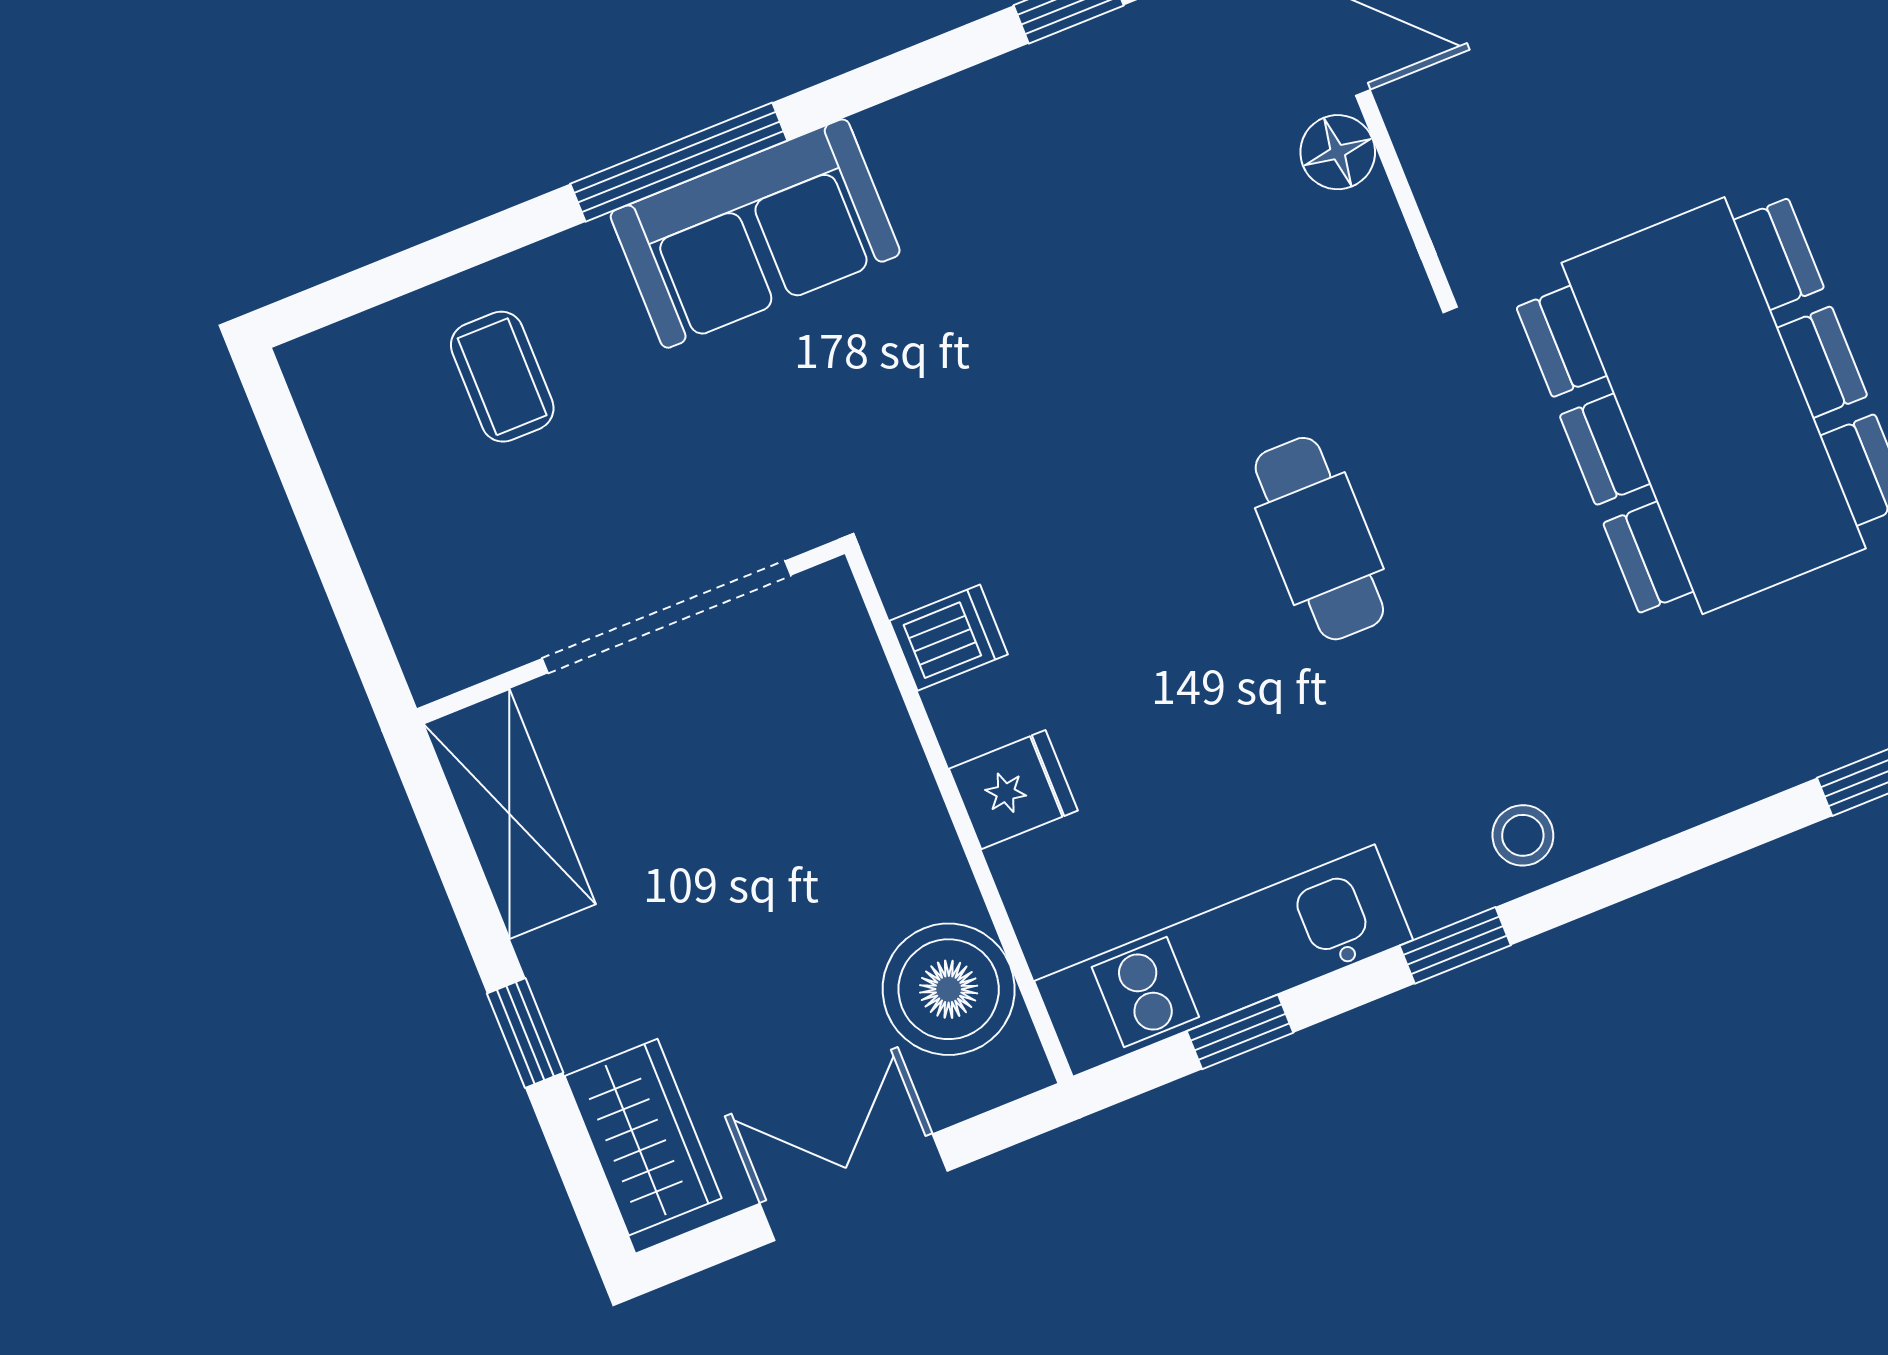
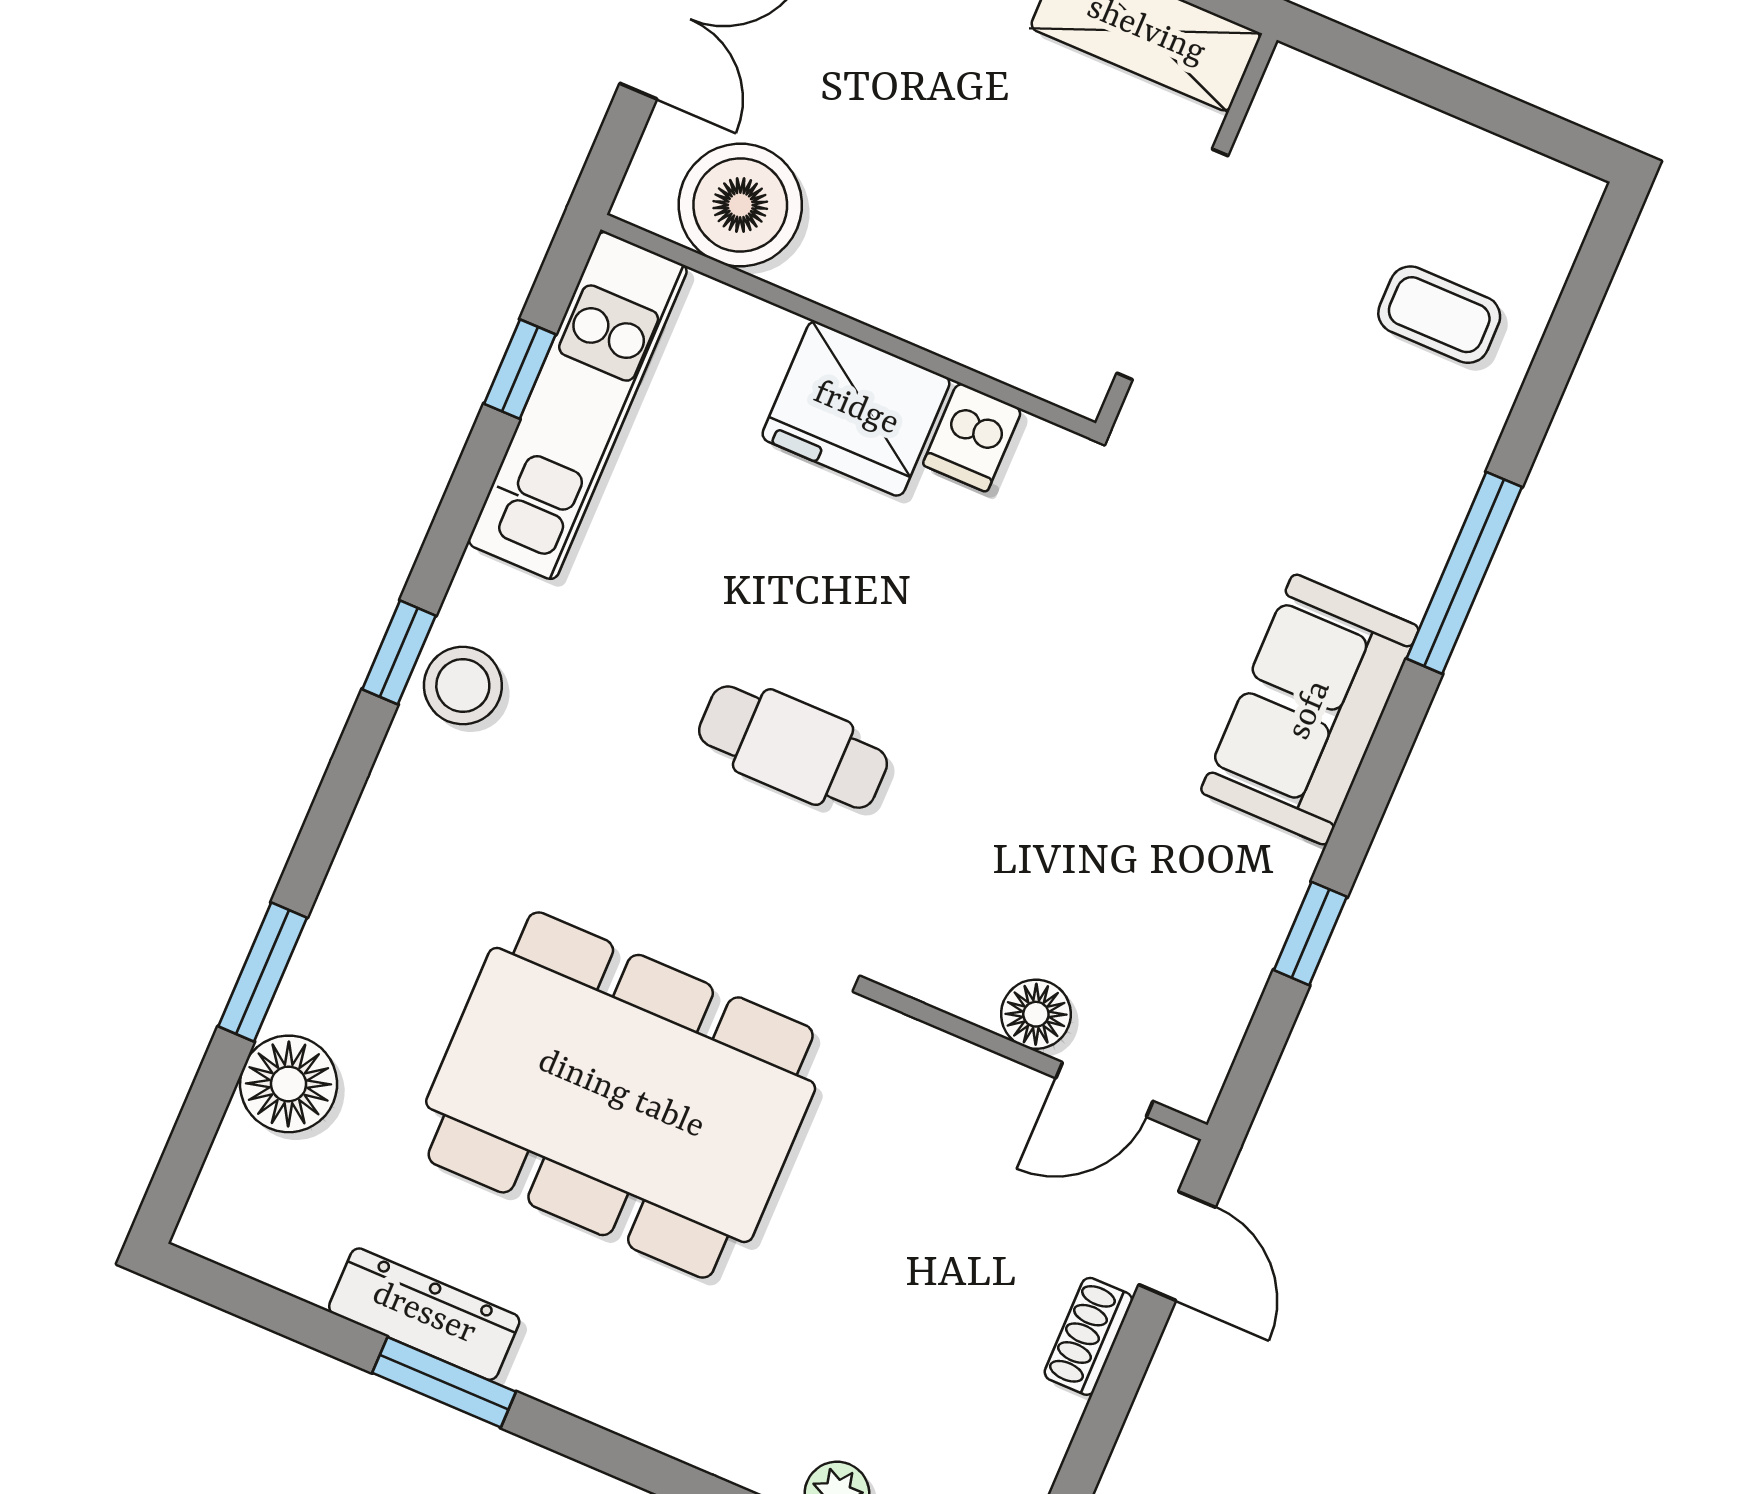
sofa: (755, 234) -> (1310, 710), moved
fridge: (1013, 790) -> (856, 409), width x1.88, depth x1.34
stool: (1523, 835) -> (463, 686), width x1.37, depth x1.37
window: (1455, 945) -> (399, 652), moved

